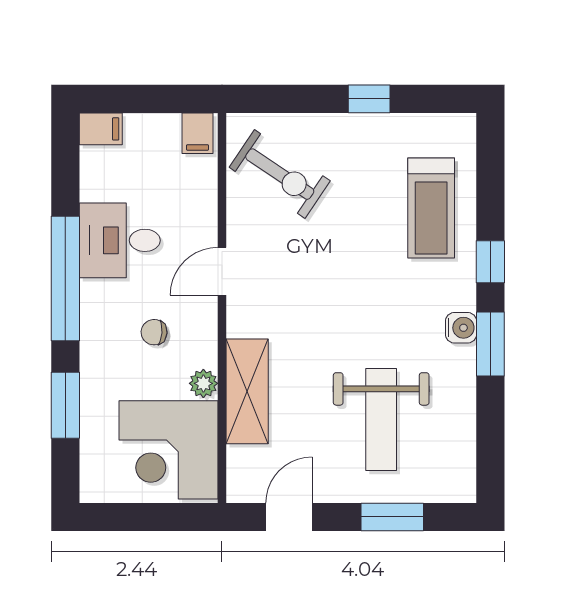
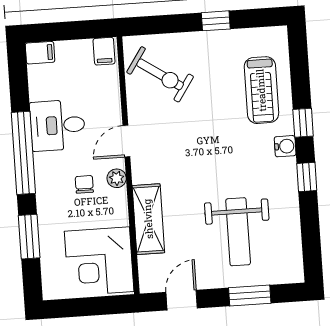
water cooler: (461, 328) -> (285, 146), moved
chair: (154, 332) -> (84, 184), turned 86
window: (490, 344) -> (307, 177), width x0.67
plant: (203, 383) -> (117, 178), moved

